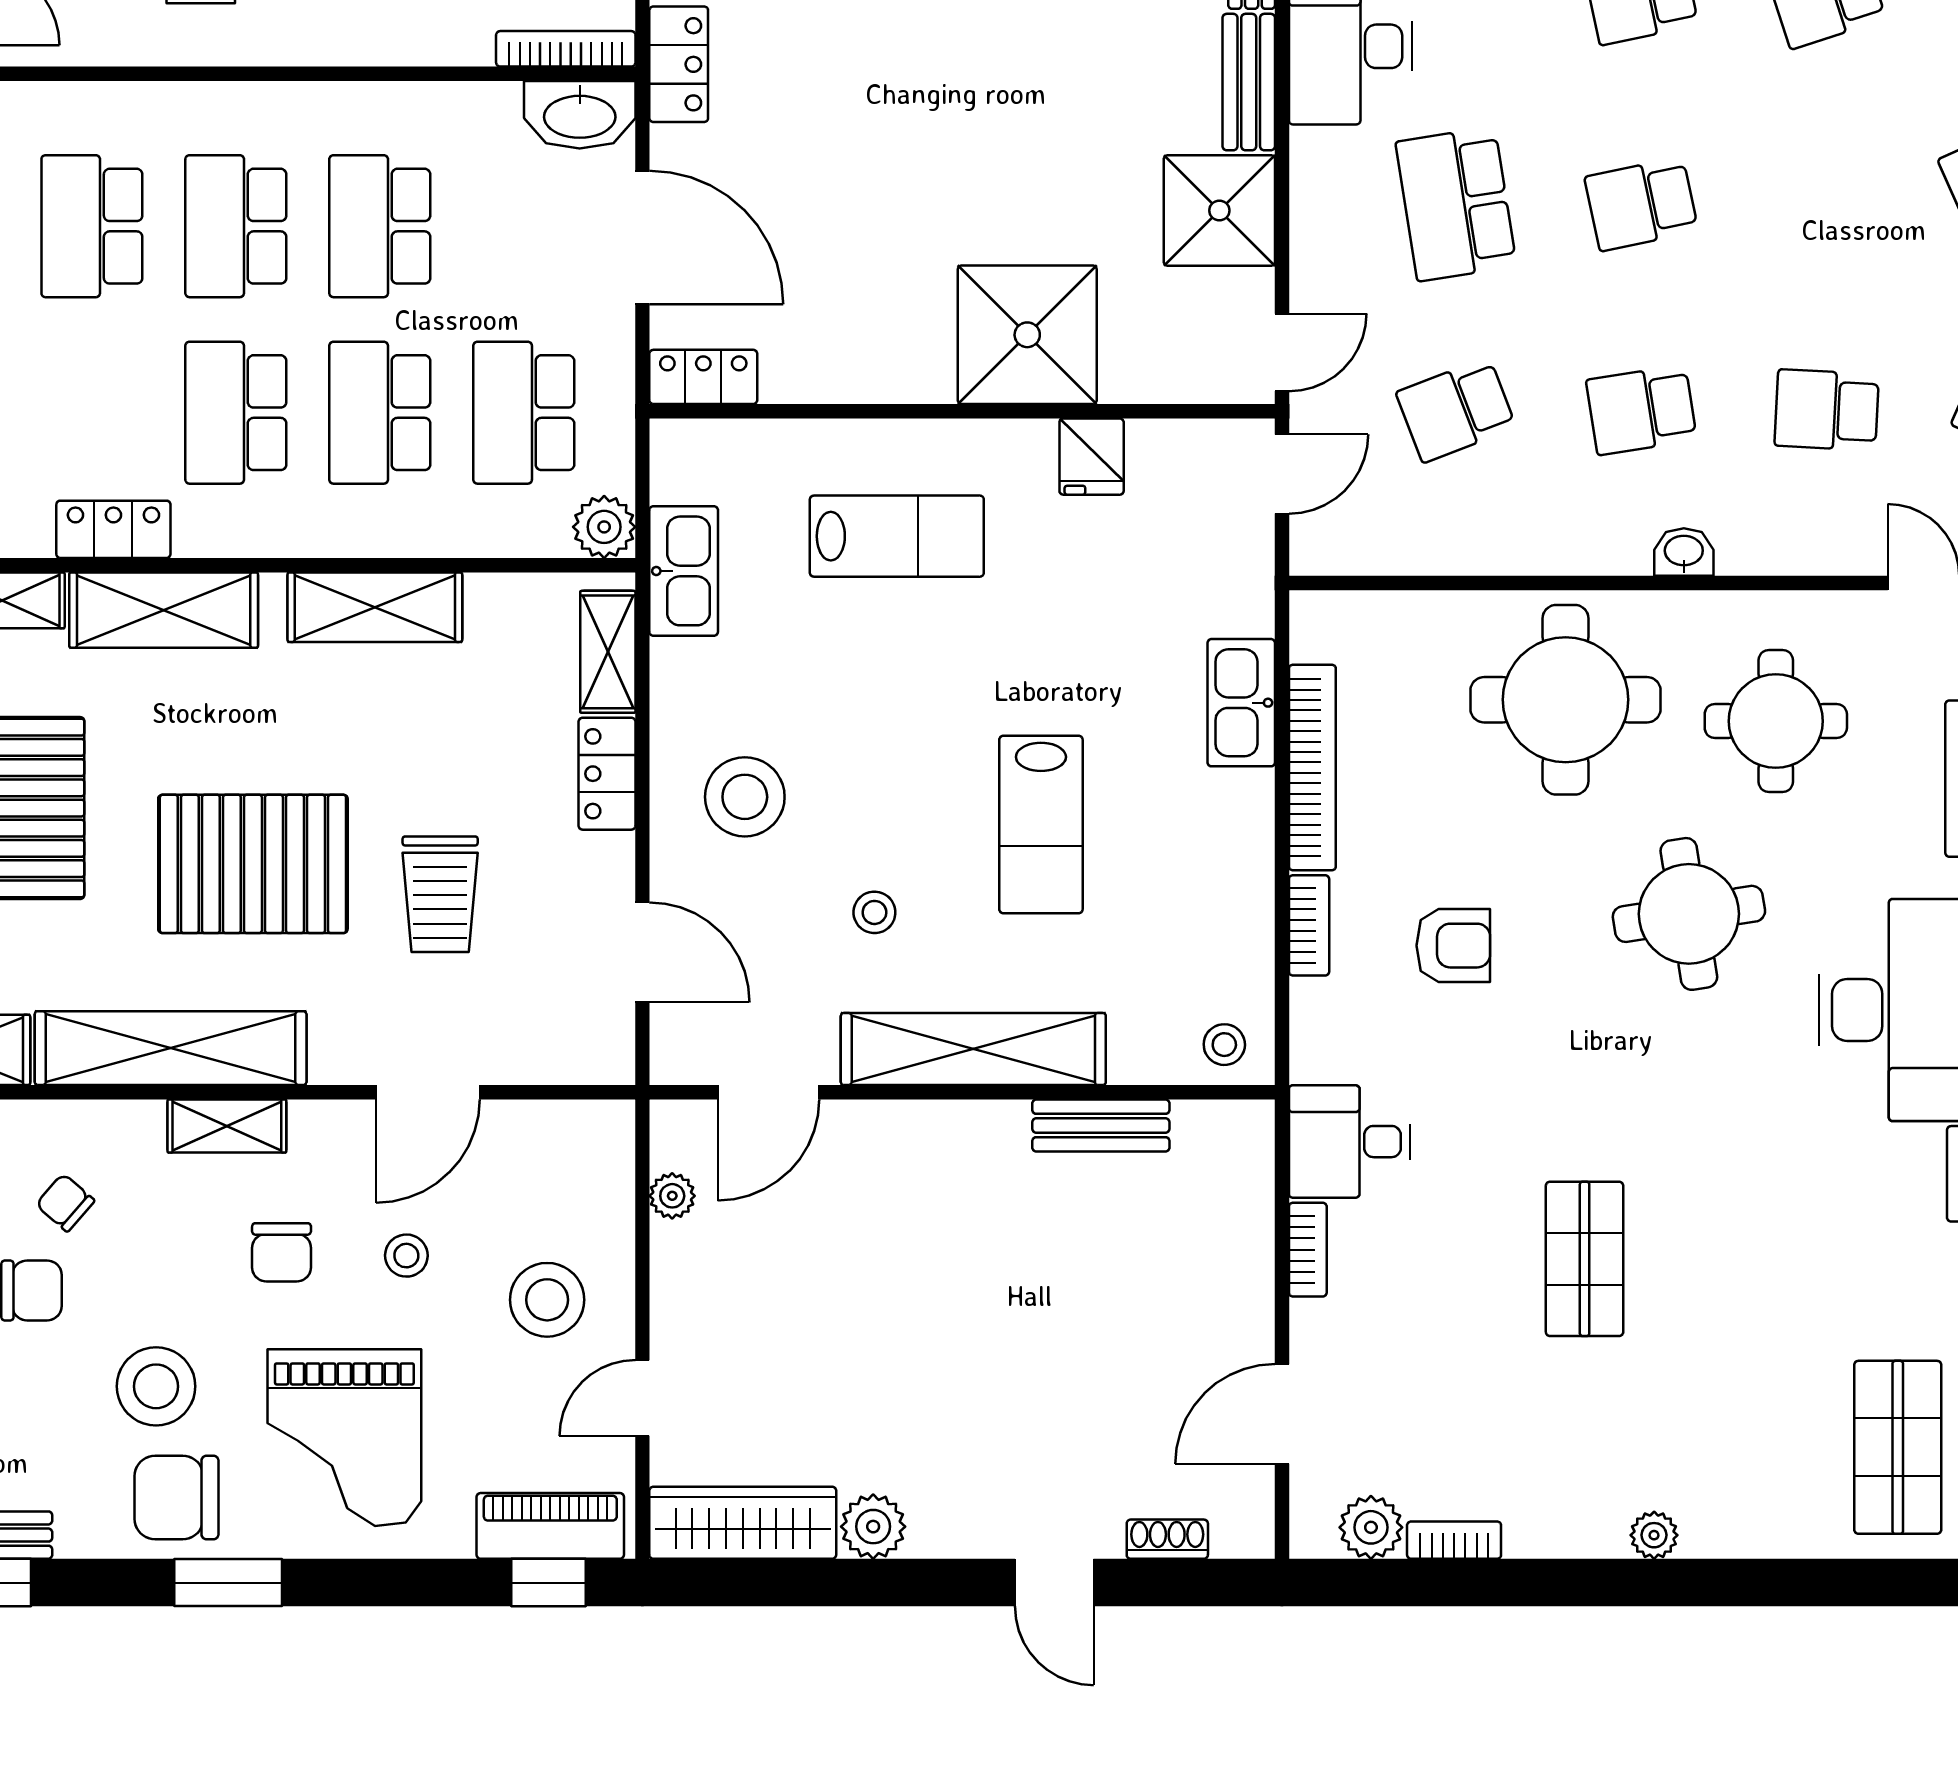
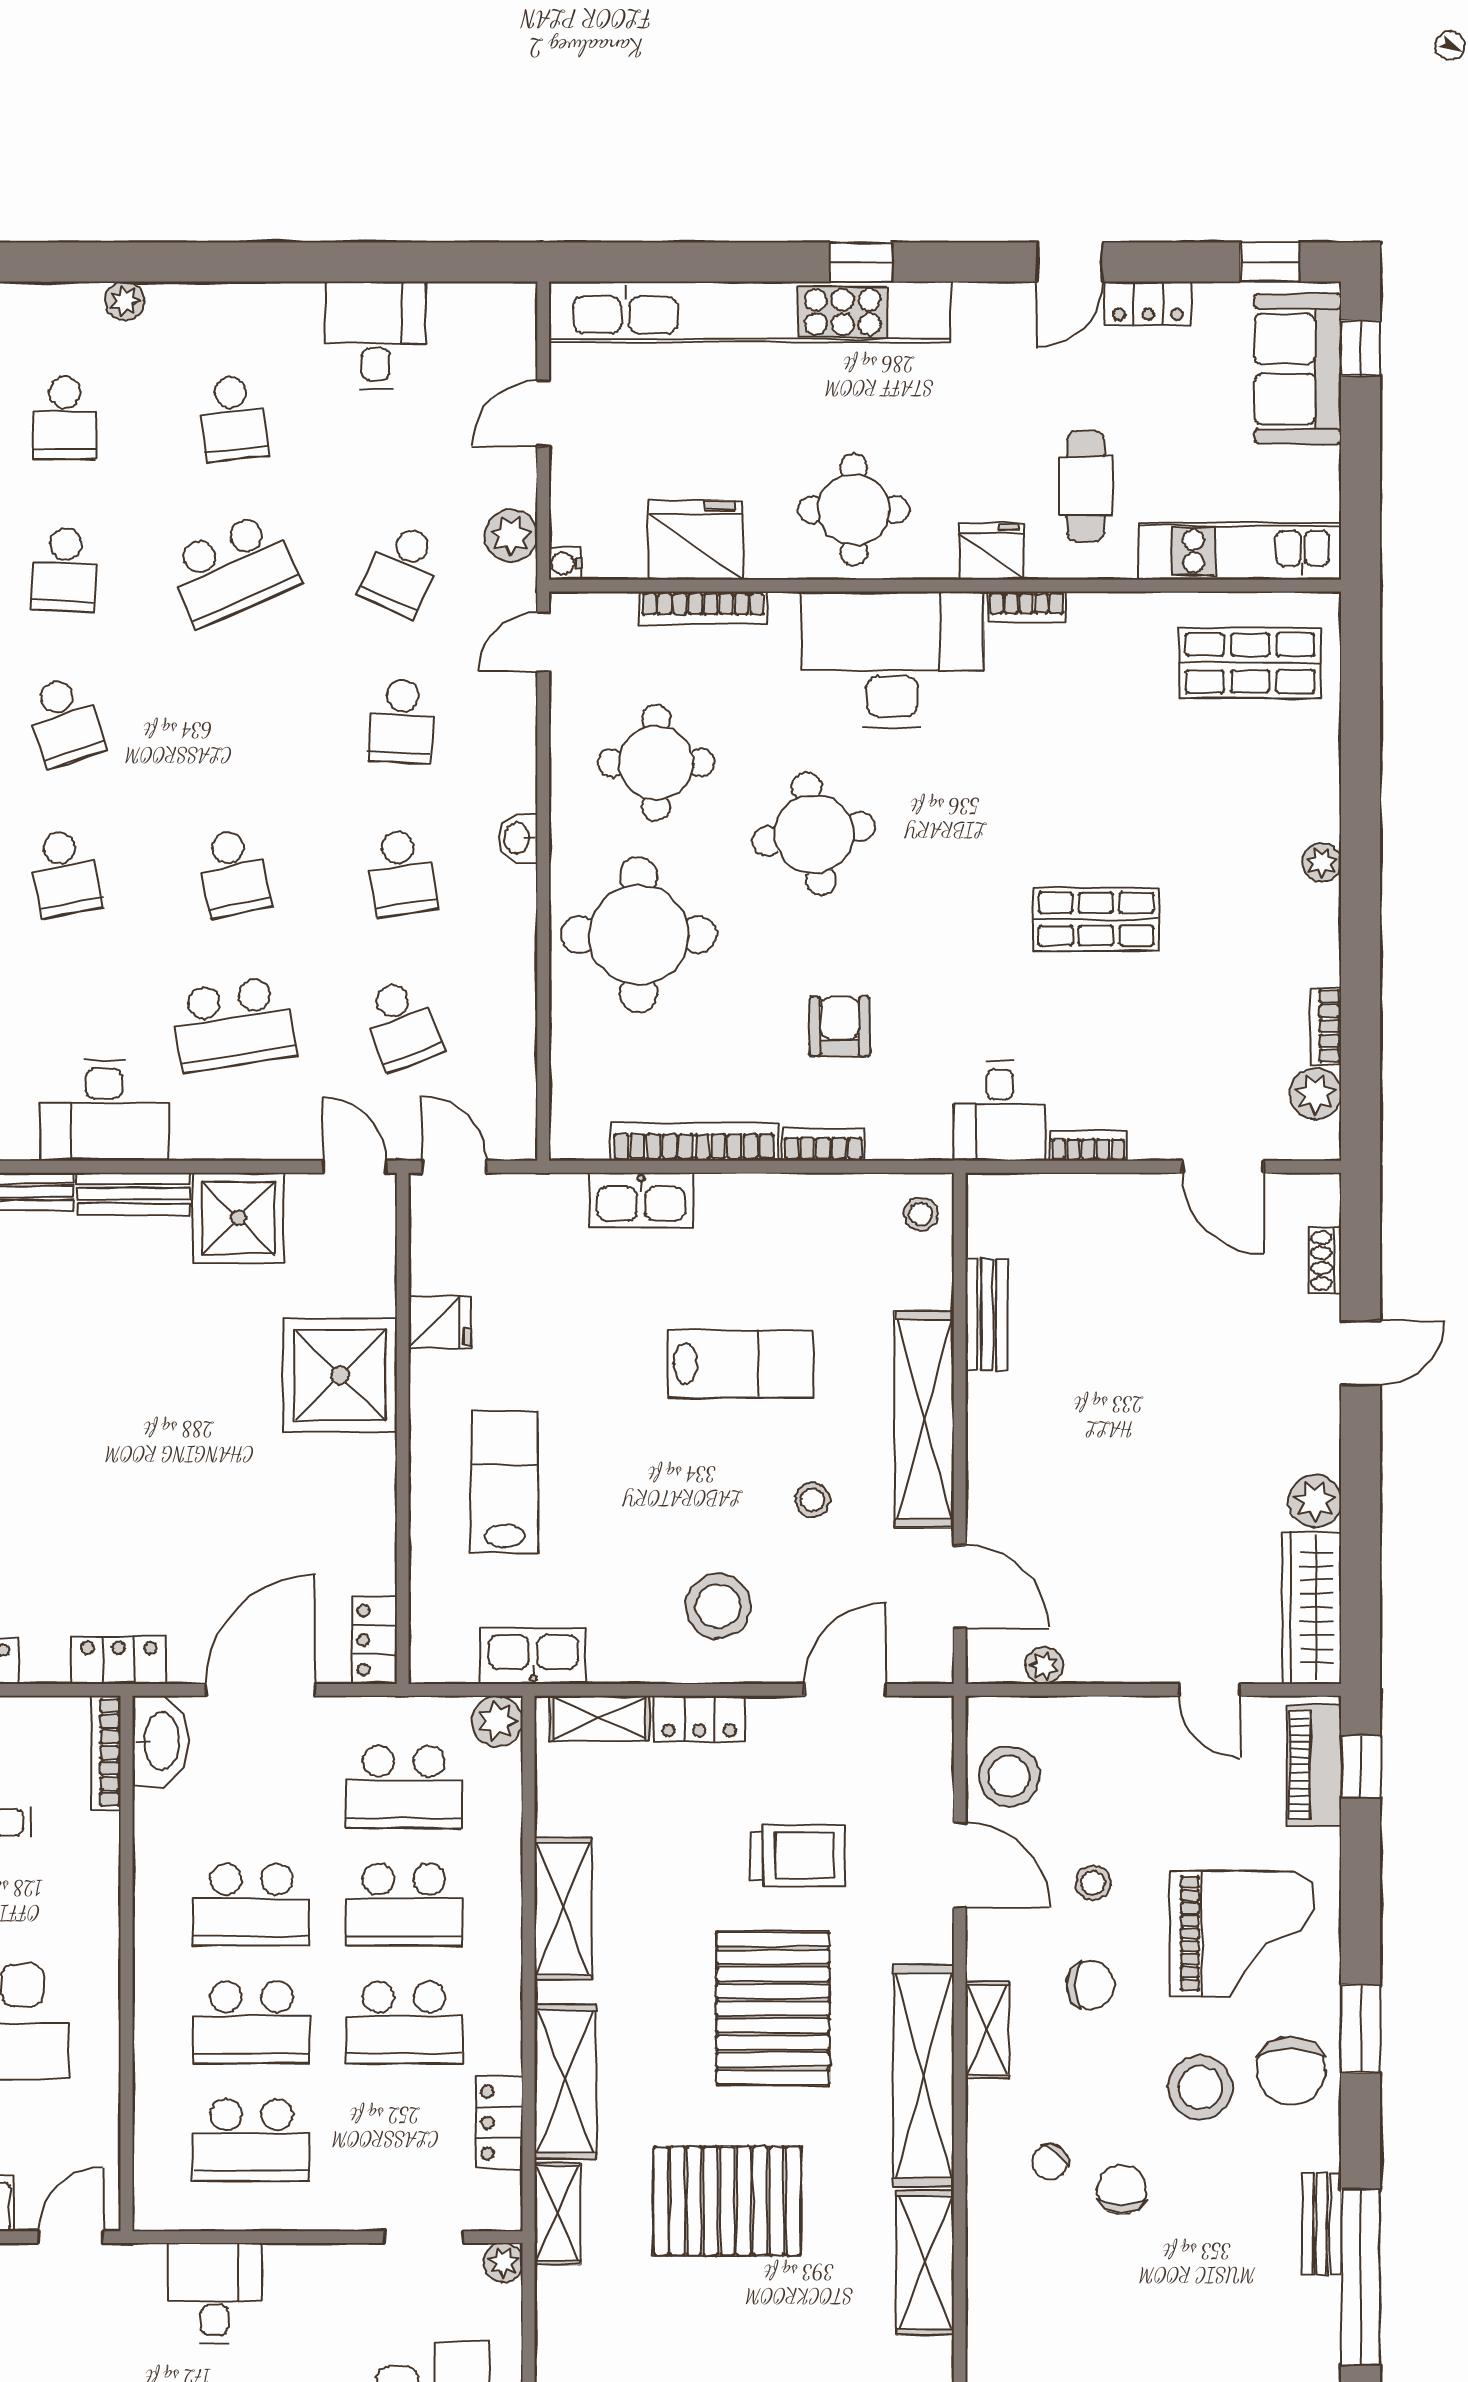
stool: (547, 1300) -> (1009, 1776), moved

